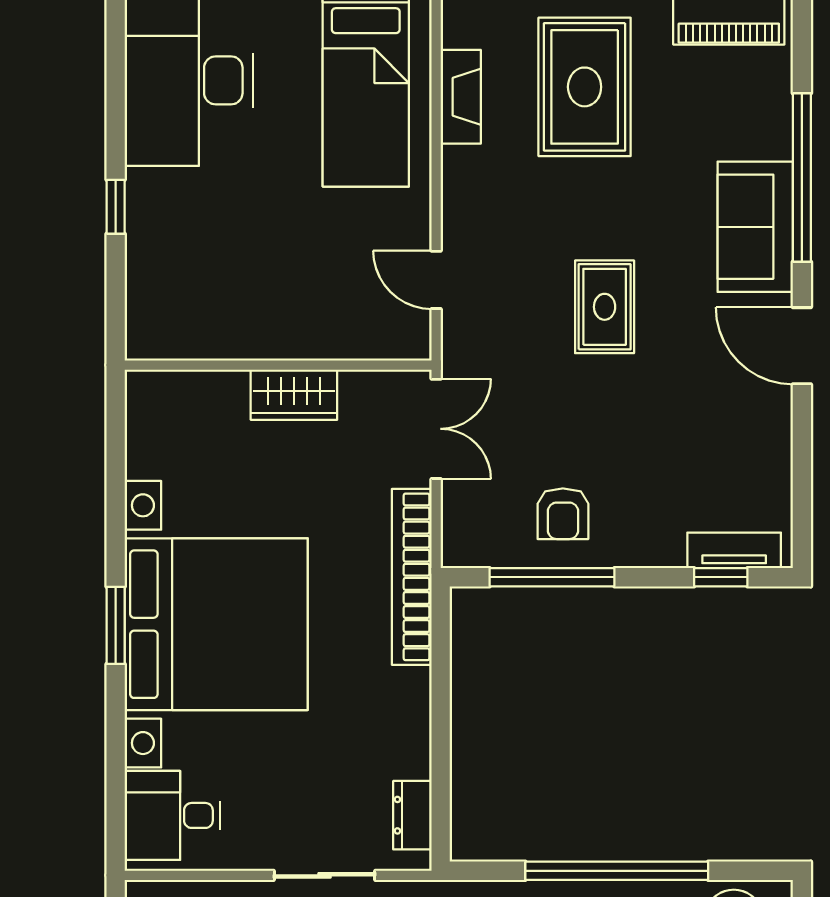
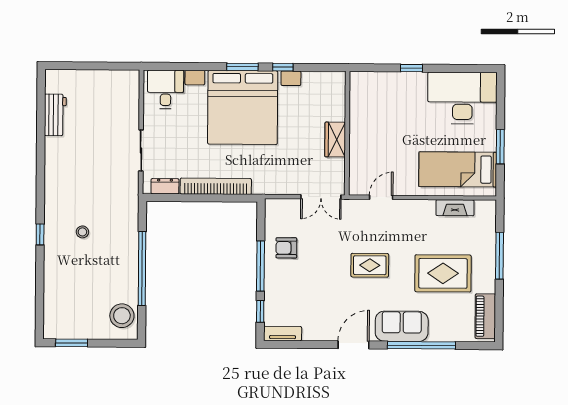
rug: (585, 87) -> (443, 273), moved
window: (116, 525) -> (283, 67), added
tv unit: (734, 550) -> (283, 333), moved, turned -90
bookcase: (412, 577) -> (216, 186), moved
window: (552, 577) -> (261, 266), moved

